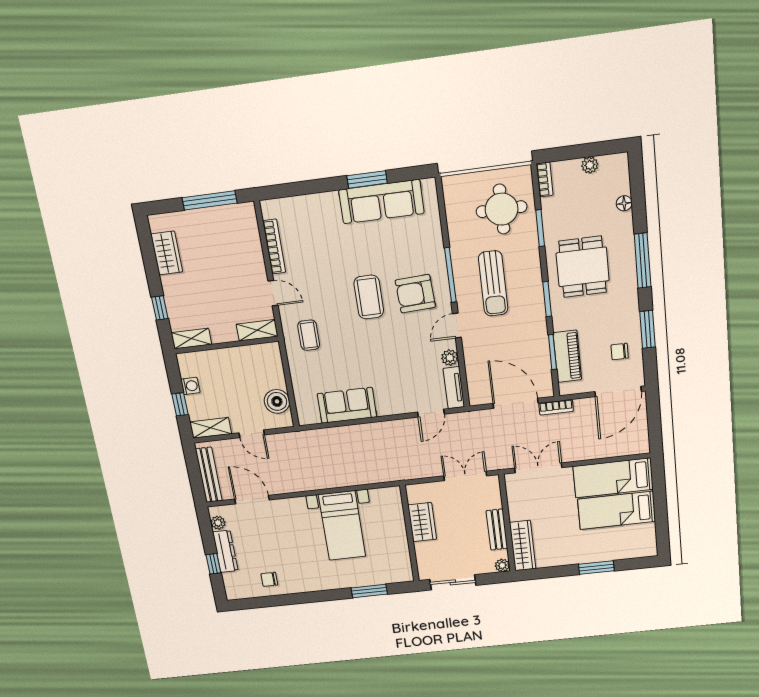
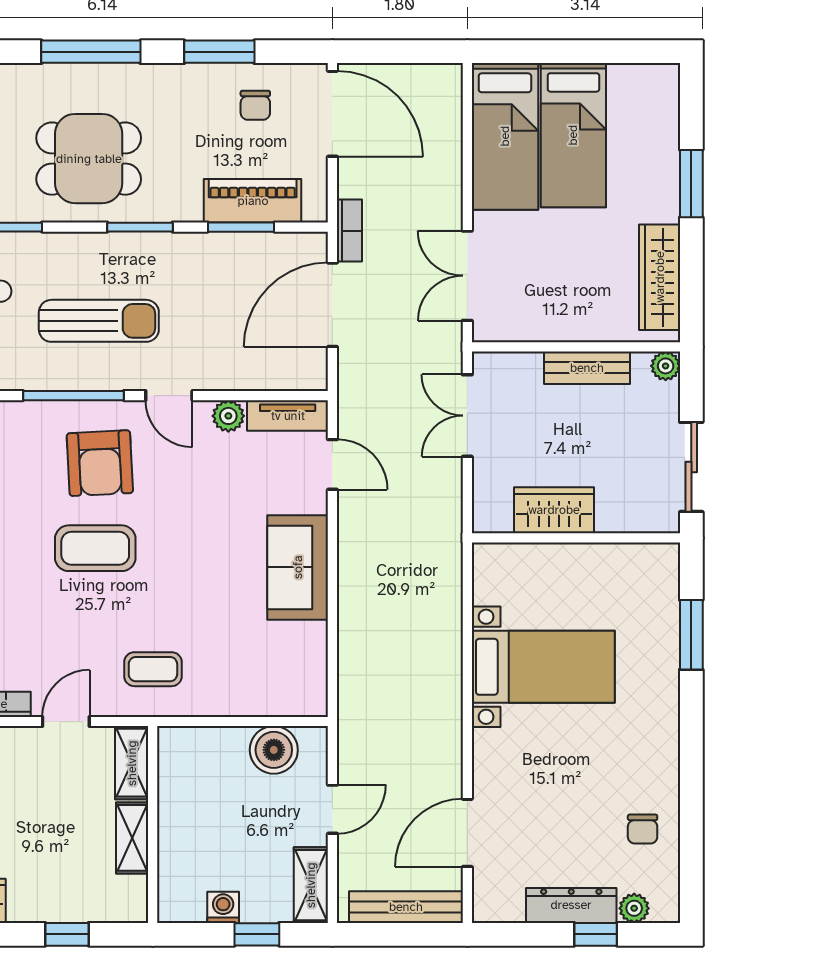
shelving: (191, 339) -> (132, 838), moved
sofa: (347, 405) -> (298, 567), moved
plant: (218, 523) -> (634, 908), moved
wardrobe: (523, 546) -> (660, 277), moved, turned -90

